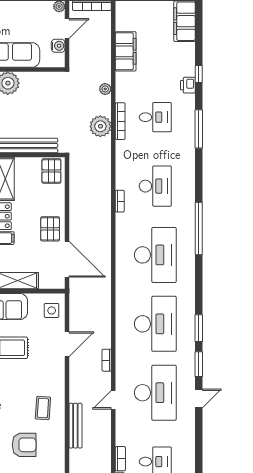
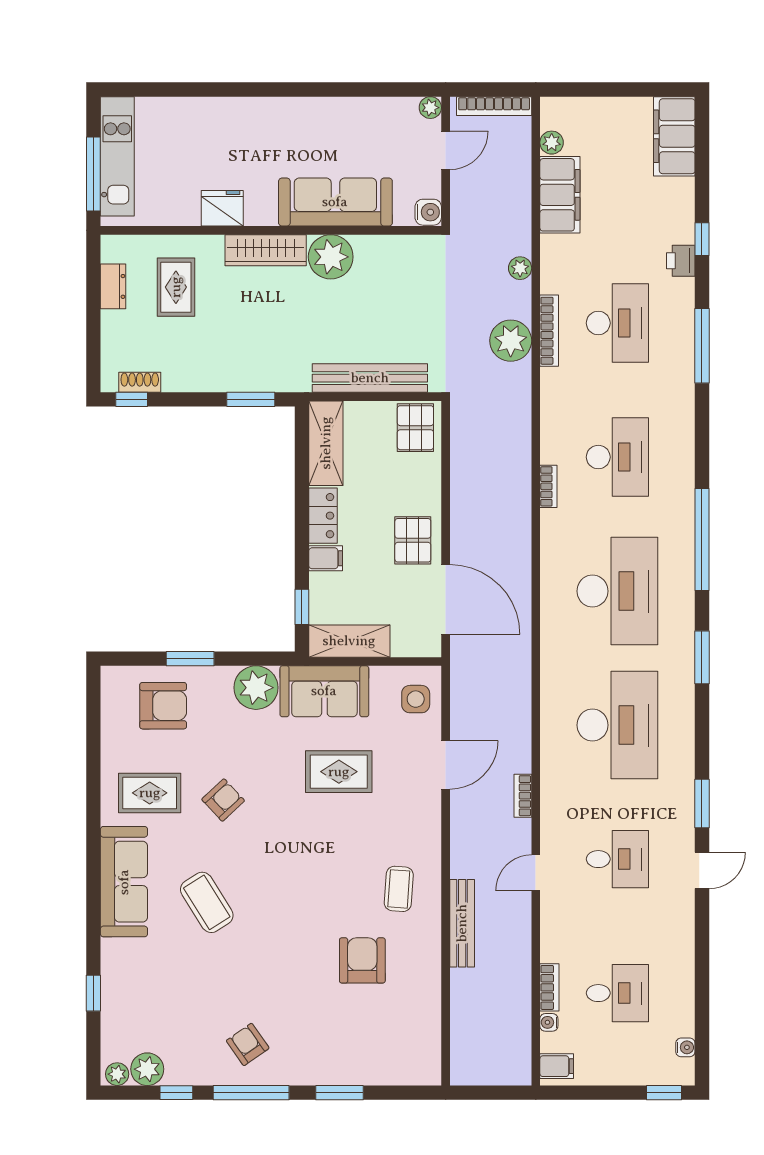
plant: (121, 24) -> (552, 143), added
water cooler: (58, 46) -> (428, 212), moved
desk: (155, 117) -> (617, 323), width x1.37
window: (199, 328) -> (702, 657), moved
desk: (155, 393) -> (617, 859), width x0.53, depth x0.77
armchair: (24, 445) -> (362, 960), turned -90

